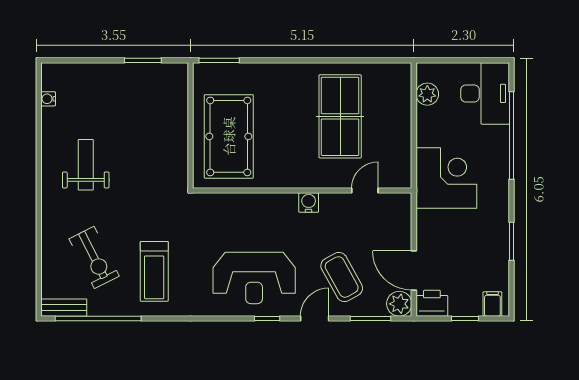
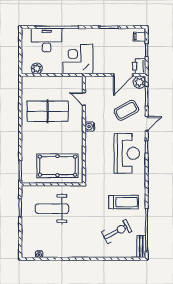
desk: (485, 93) -> (47, 40), moved
weight bench: (86, 165) -> (52, 209), moved, width x1.36, depth x1.33
door: (315, 318) -> (147, 124), swing flipped

